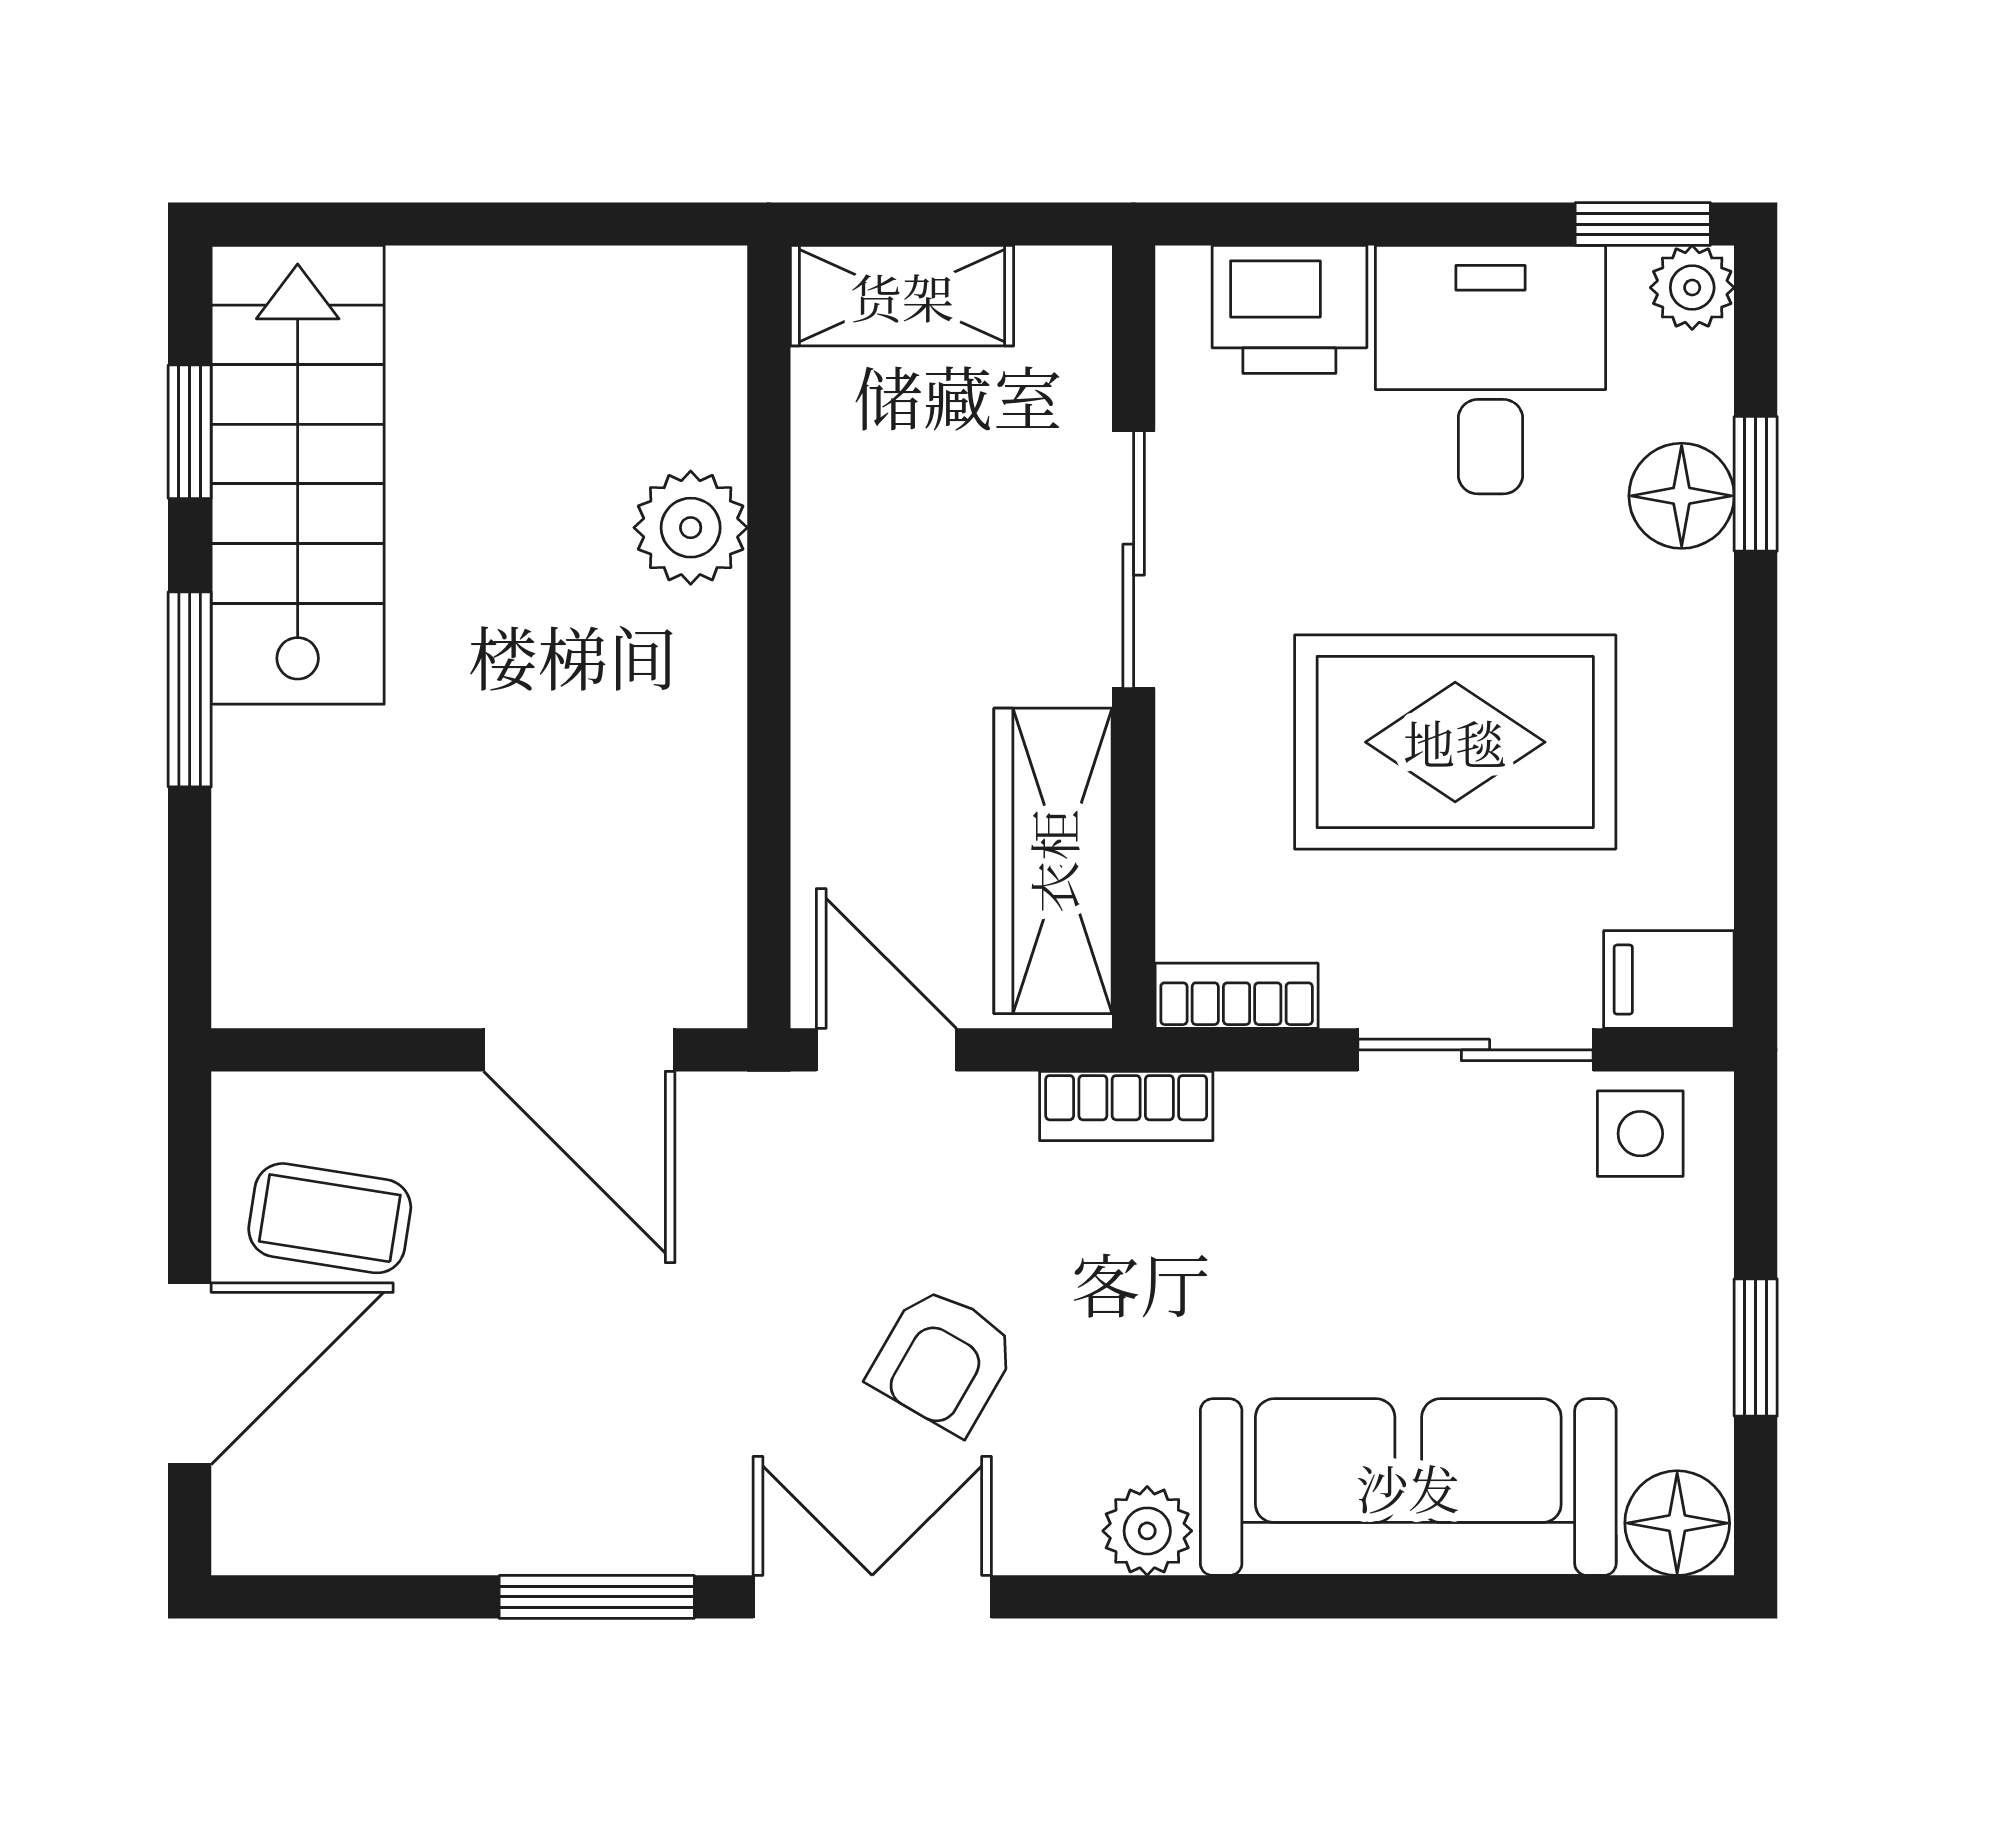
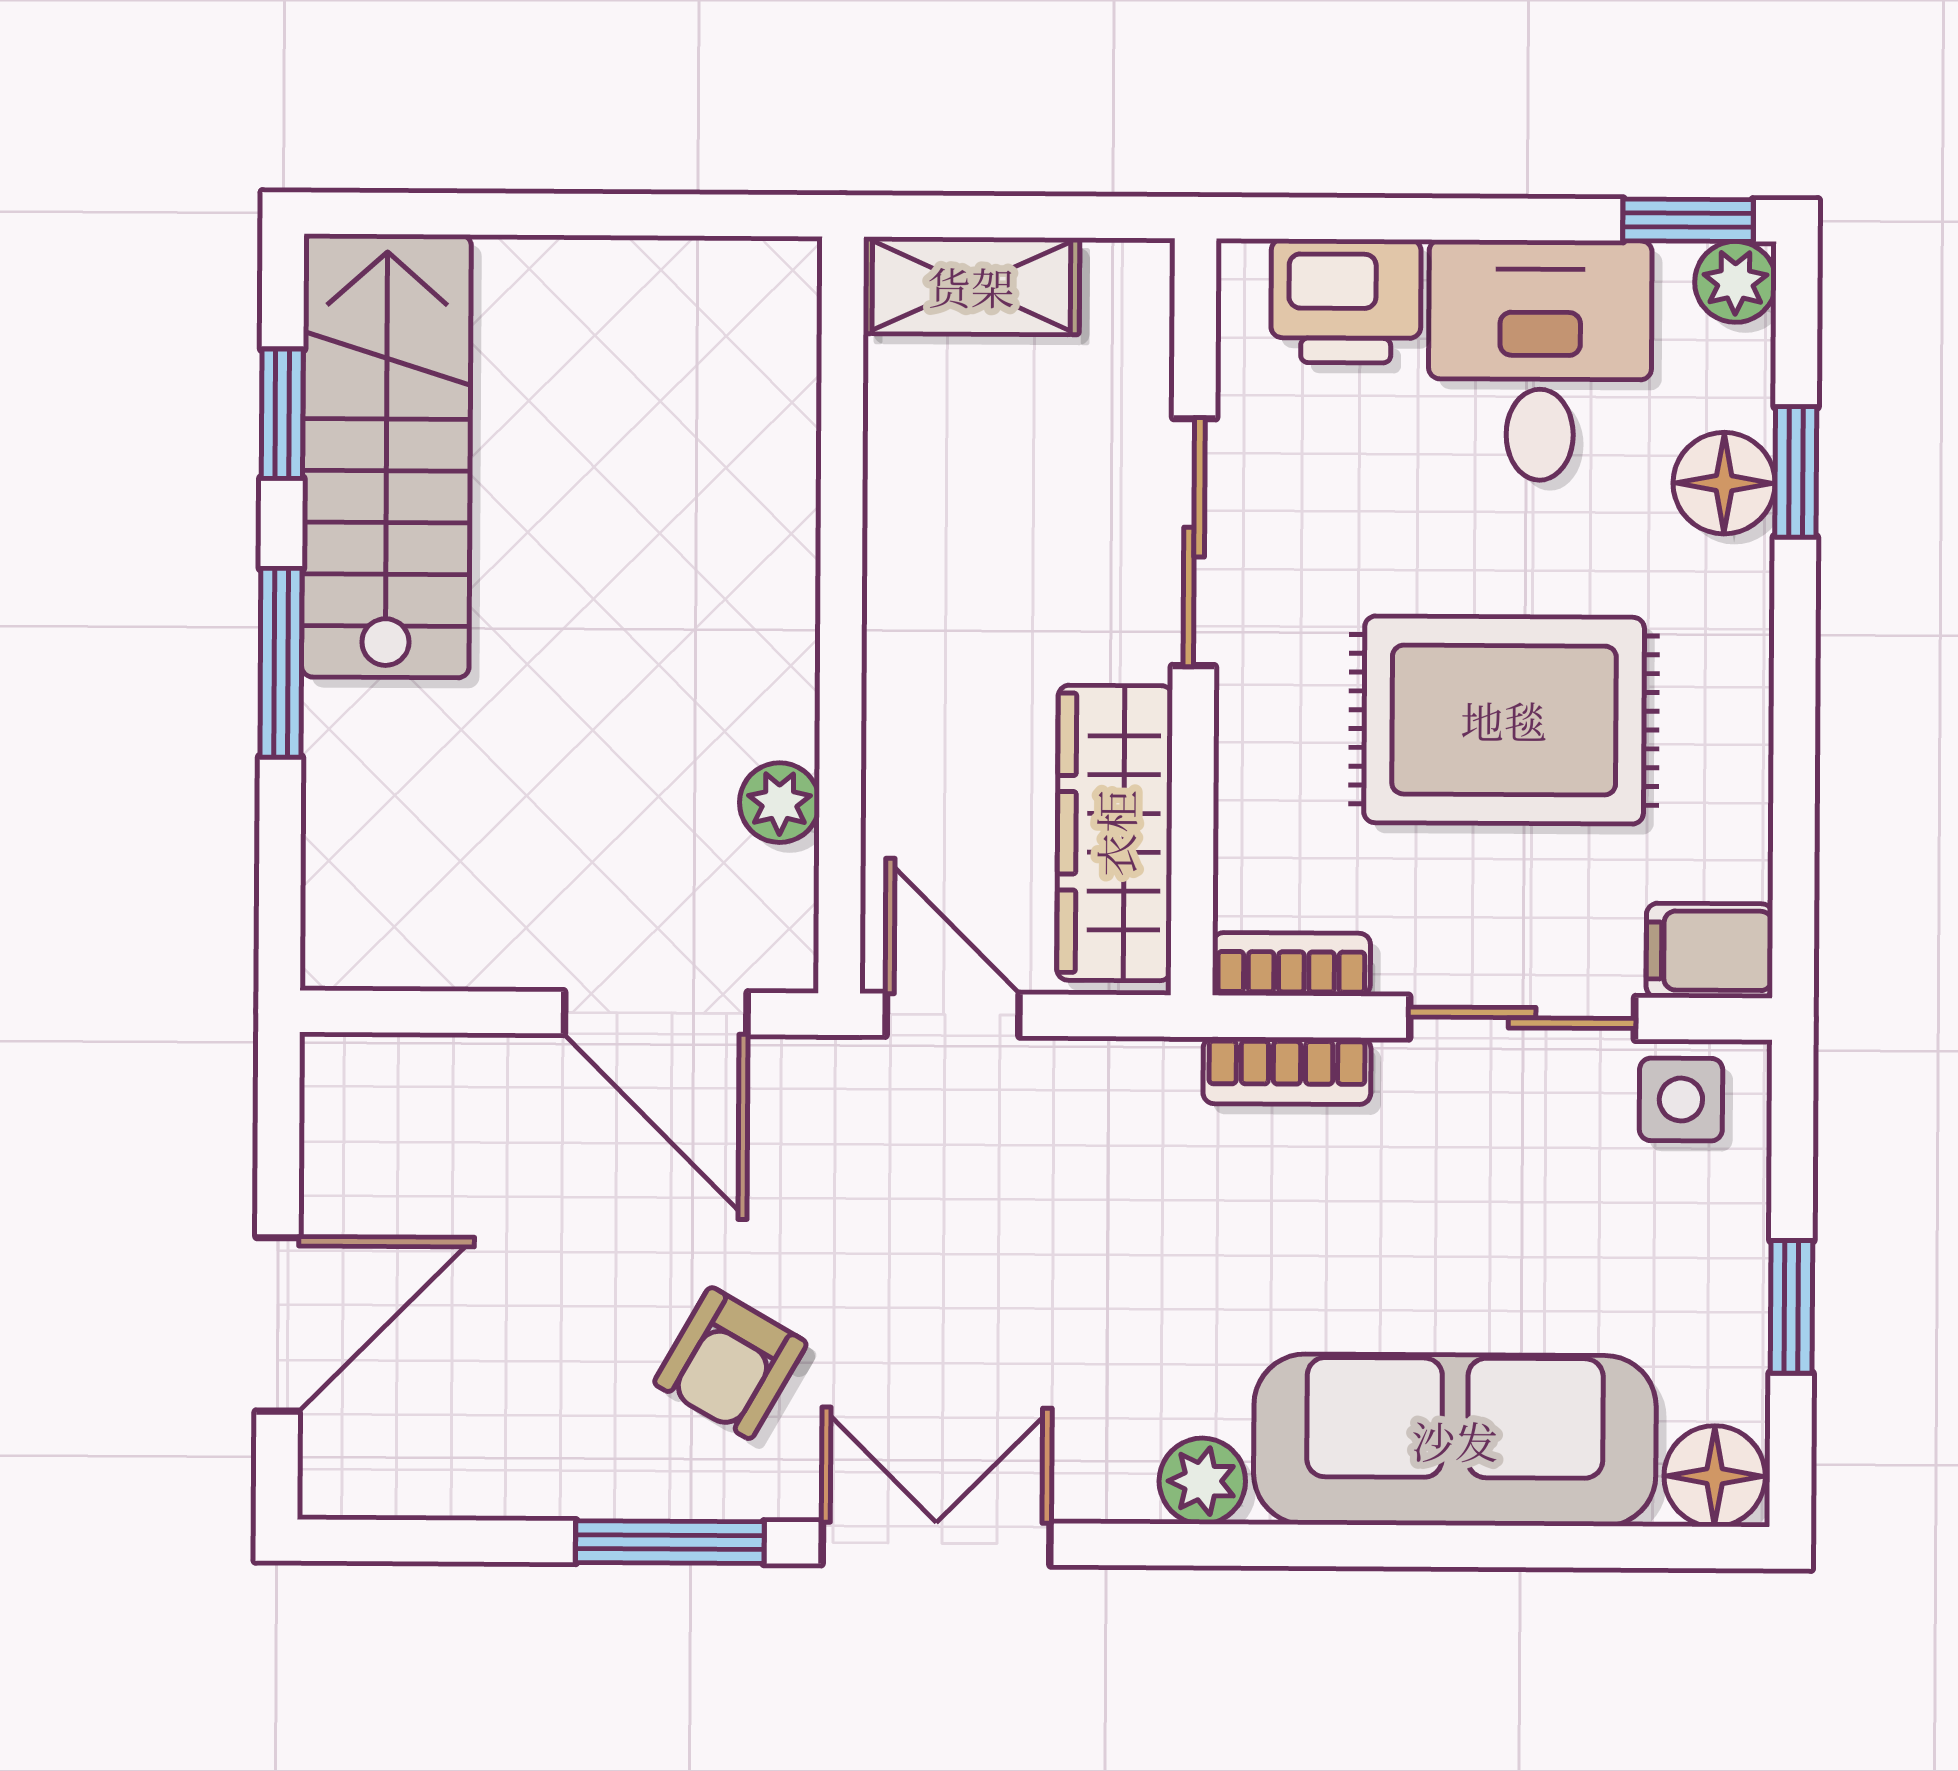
plant: (691, 528) -> (779, 803), moved, width x0.73, depth x0.73
bookcase: (1126, 1106) -> (1287, 1071), moved
coffee table: (330, 1218) -> (414, 1175), removed
armchair: (943, 1360) -> (730, 1363), moved

